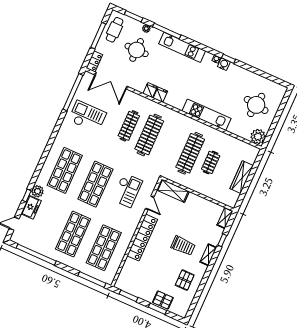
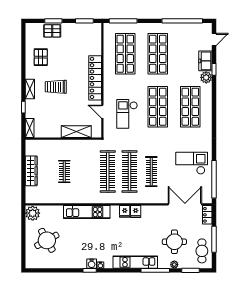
fridge: (150, 90) -> (125, 211), moved
round table: (256, 105) -> (47, 240), turned -37
checkout: (87, 117) -> (192, 163), turned 180
clothes rail: (190, 153) -> (108, 172), moved
shelving: (173, 191) -> (76, 132), moved

